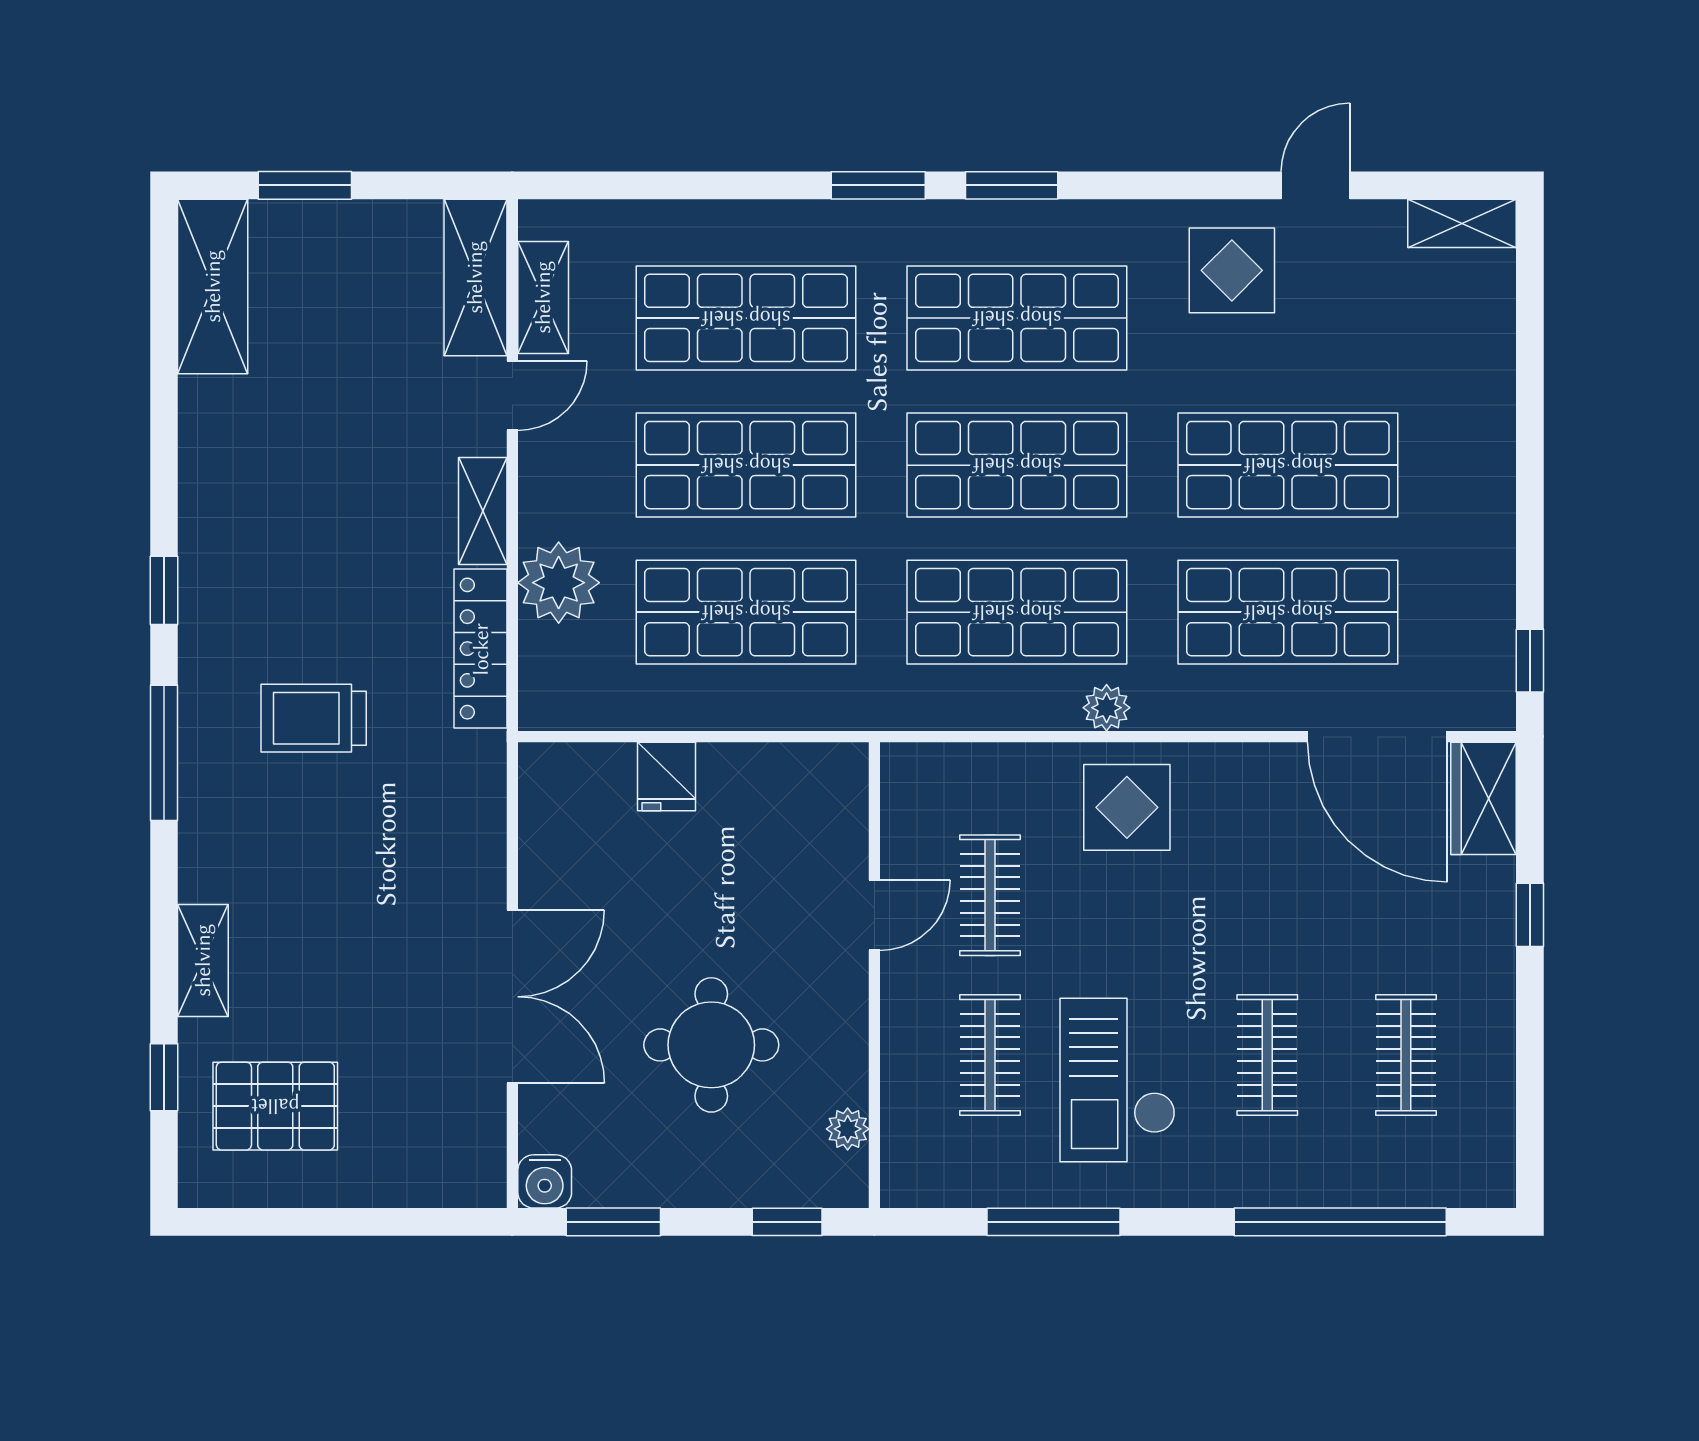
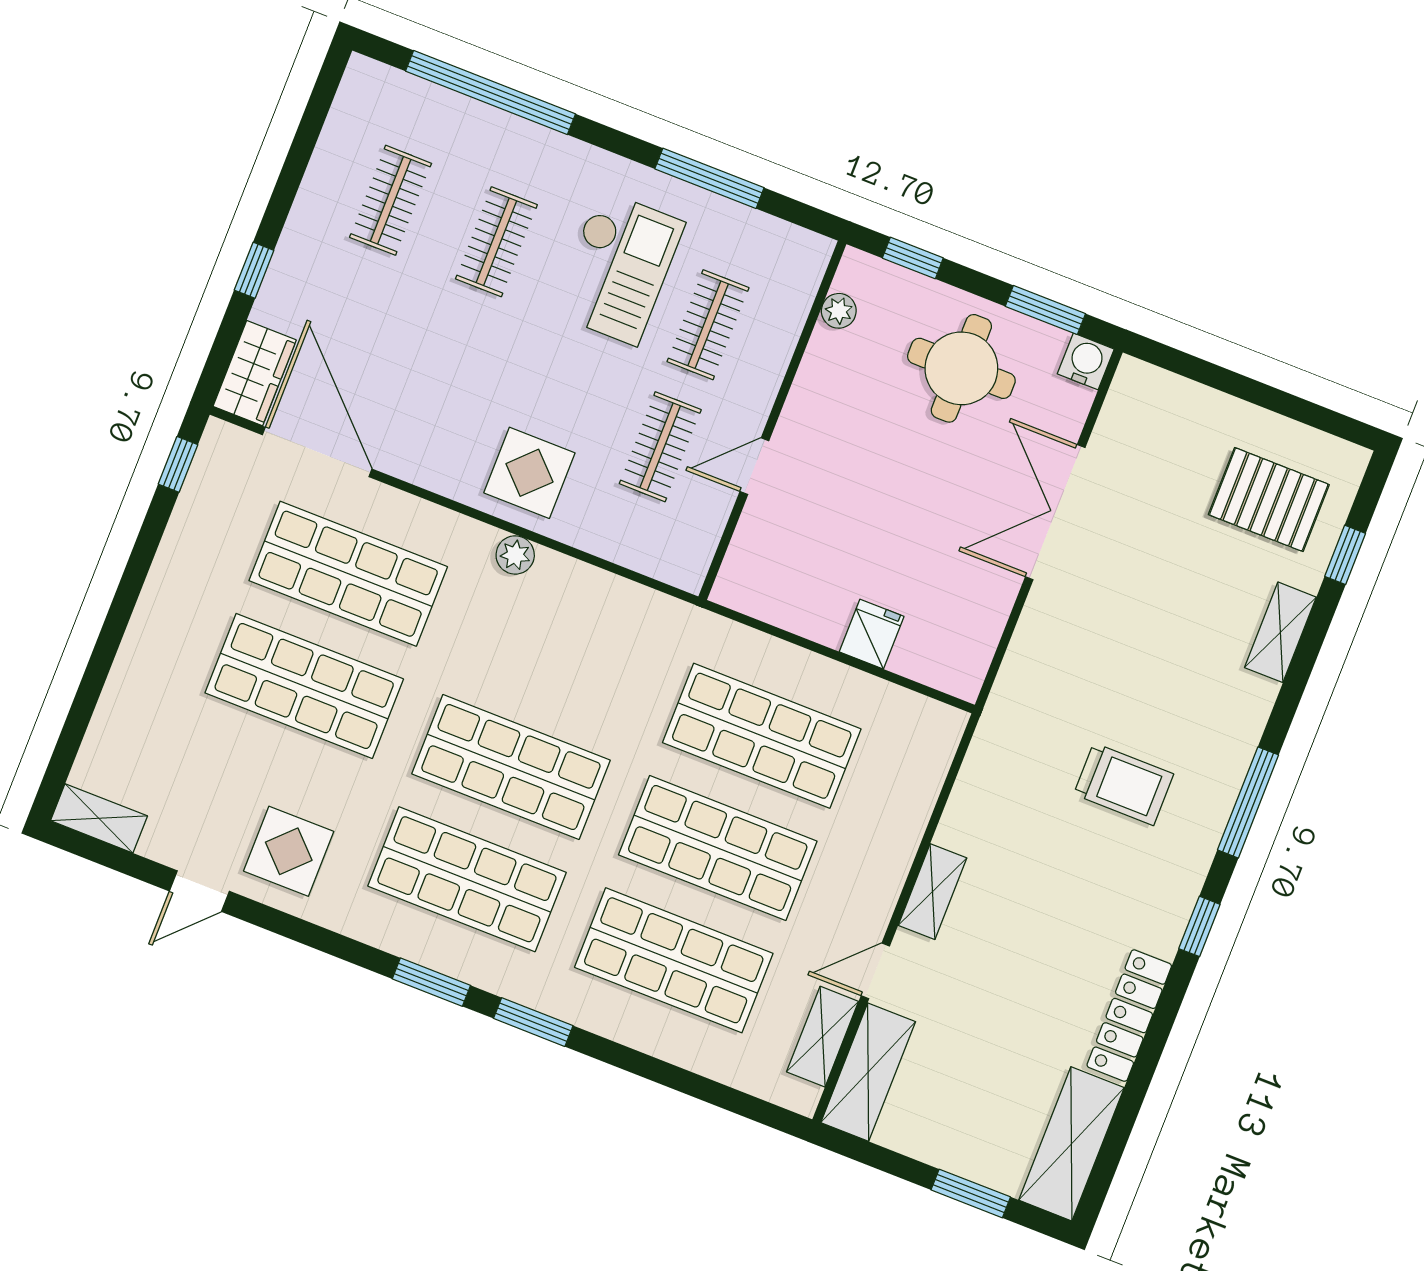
plant: (559, 583) -> (896, 814), removed
shop shelf: (1017, 612) -> (555, 655), removed
locker: (481, 649) -> (1129, 1016), moved, turned 180
round table: (711, 1045) -> (961, 368), moved

